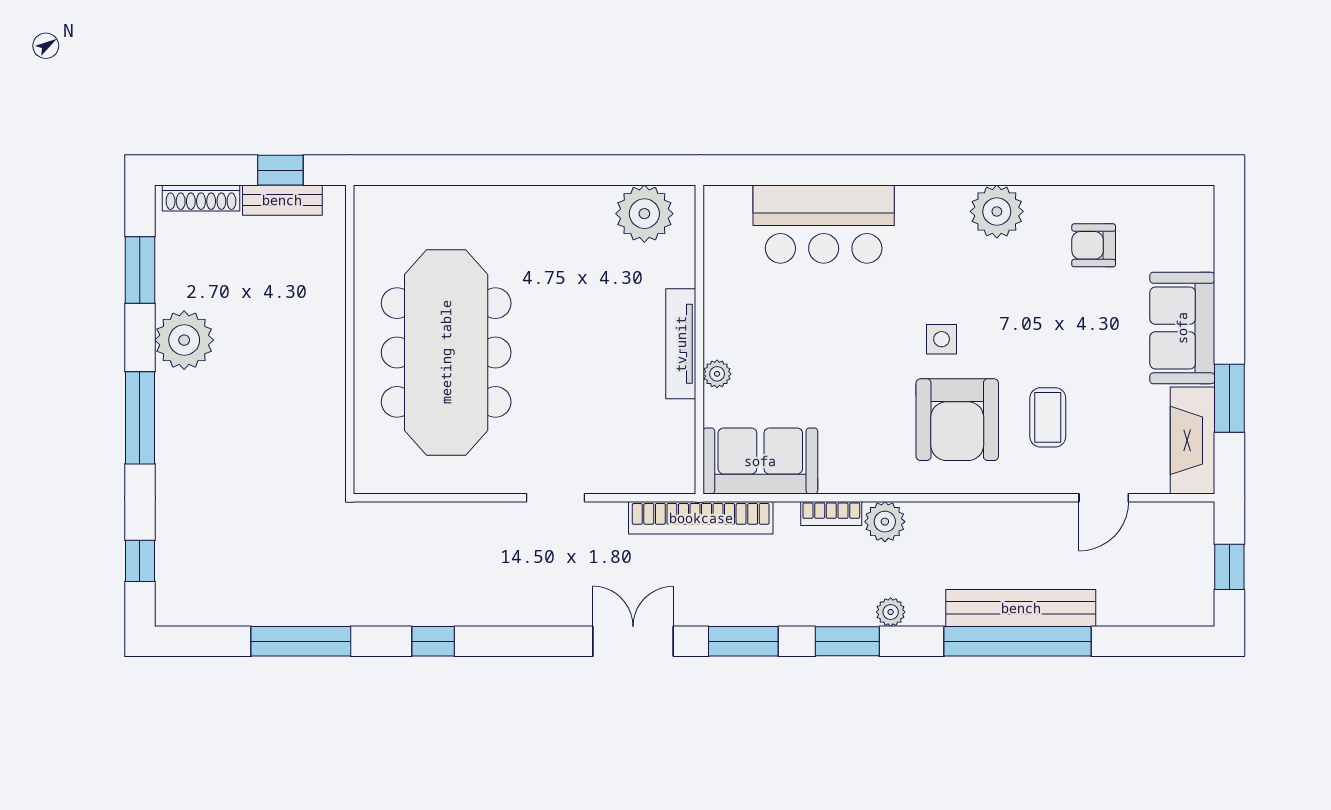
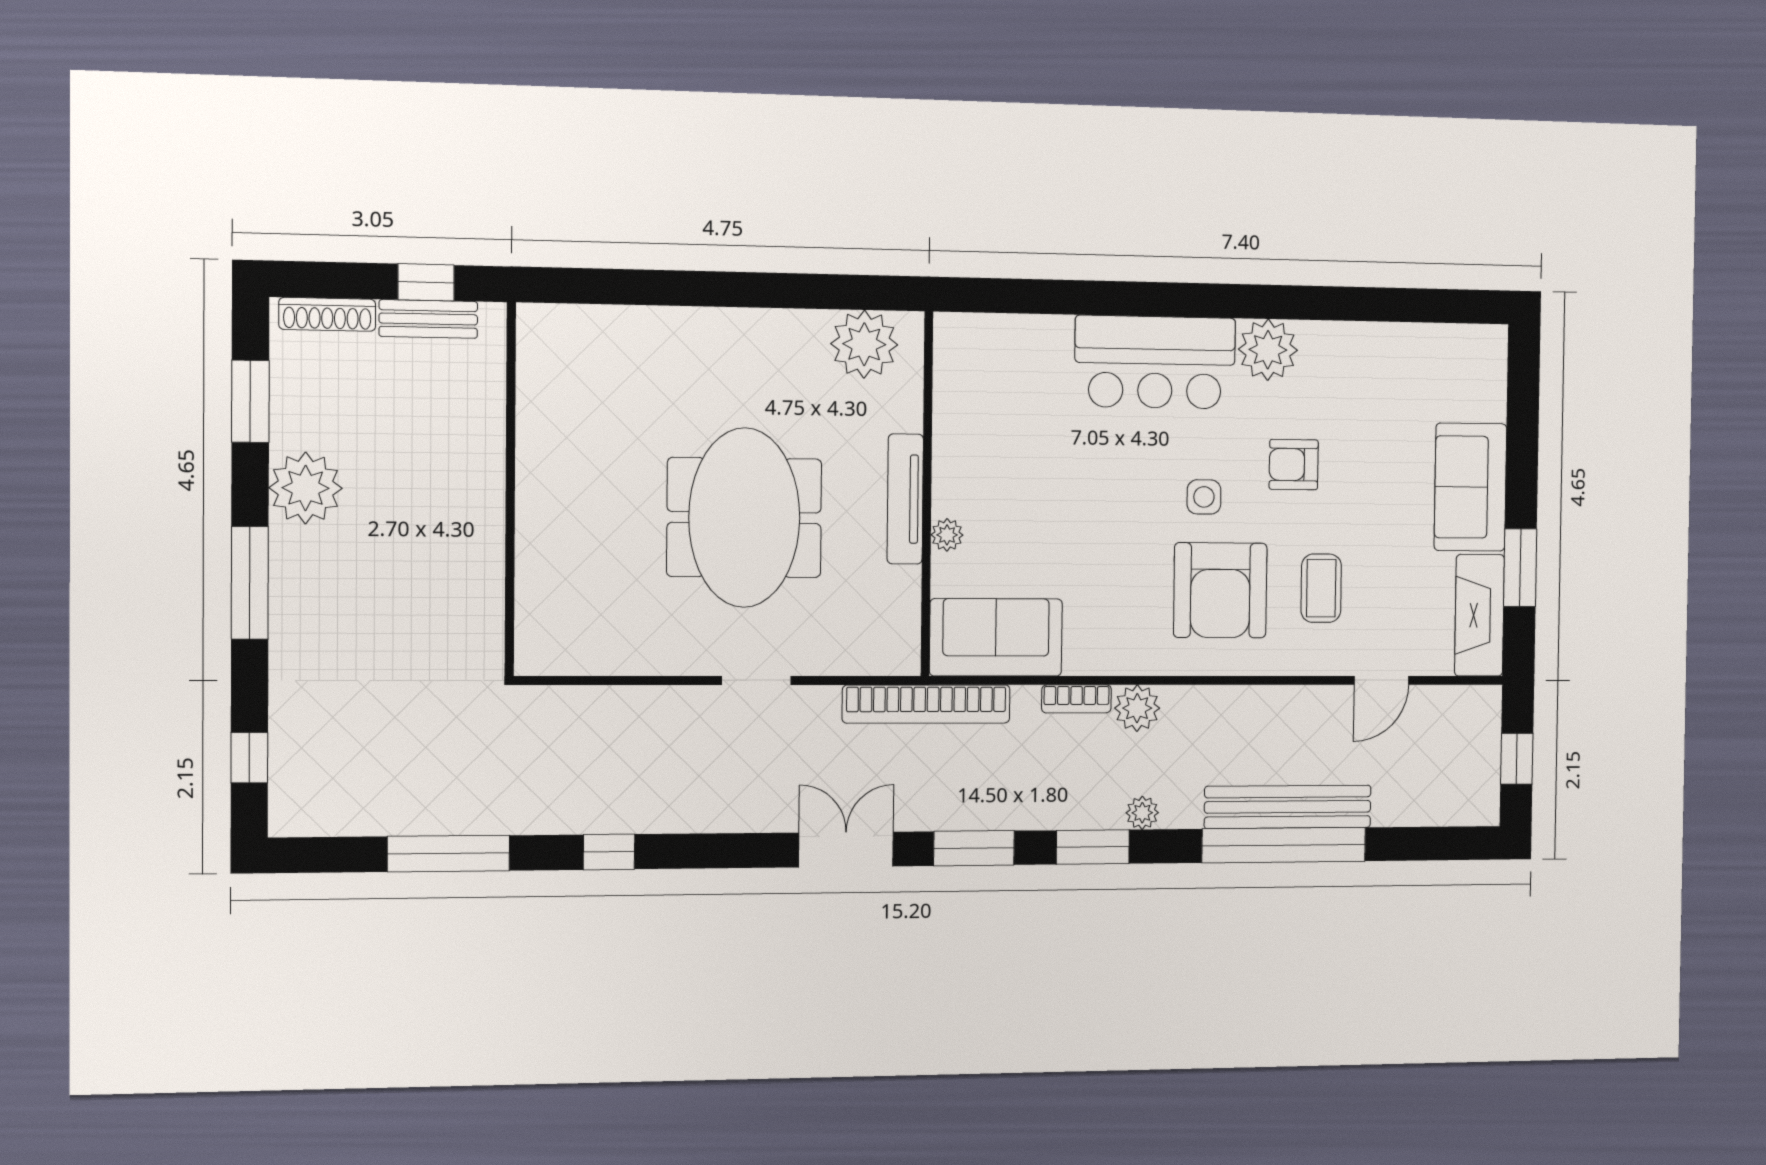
bar counter: (824, 224) -> (1155, 362), moved
armchair: (1094, 245) -> (1294, 465), moved
meeting table: (446, 352) -> (744, 518), moved, width x0.73

